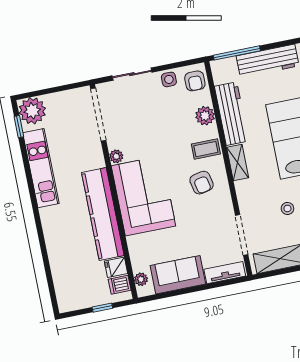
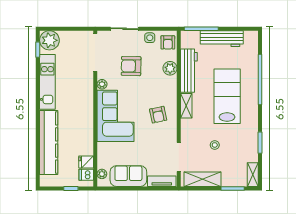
armchair: (151, 123) -> (131, 66), added
coffee table: (206, 149) -> (166, 92), removed
kitchen counter: (103, 214) -> (49, 143), moved, turned 180

